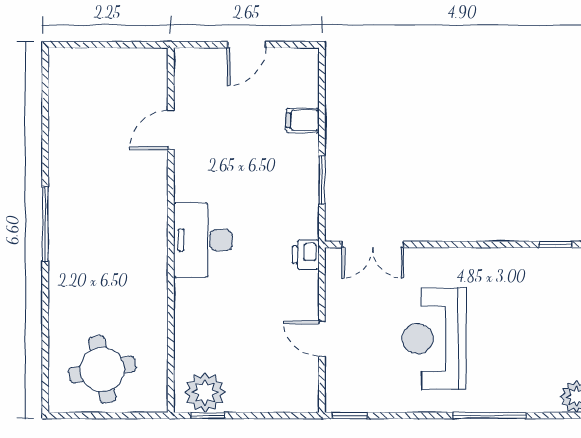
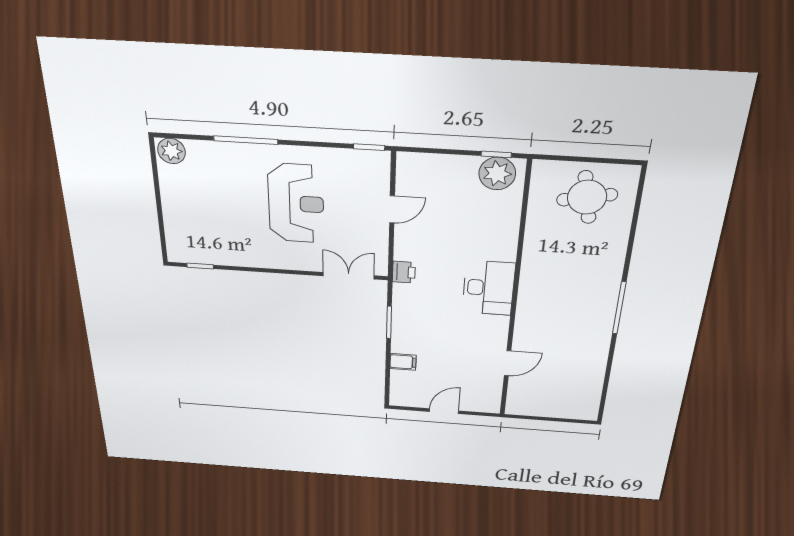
door: (322, 339) -> (392, 209), hinge flipped

